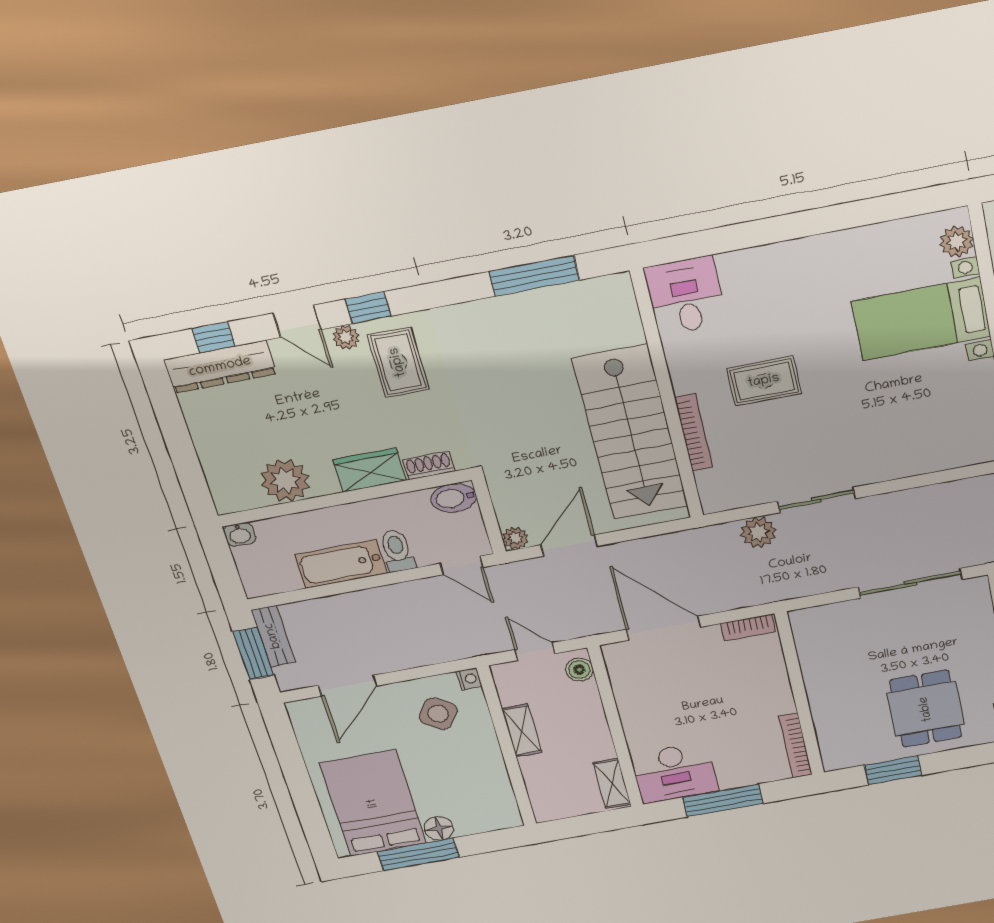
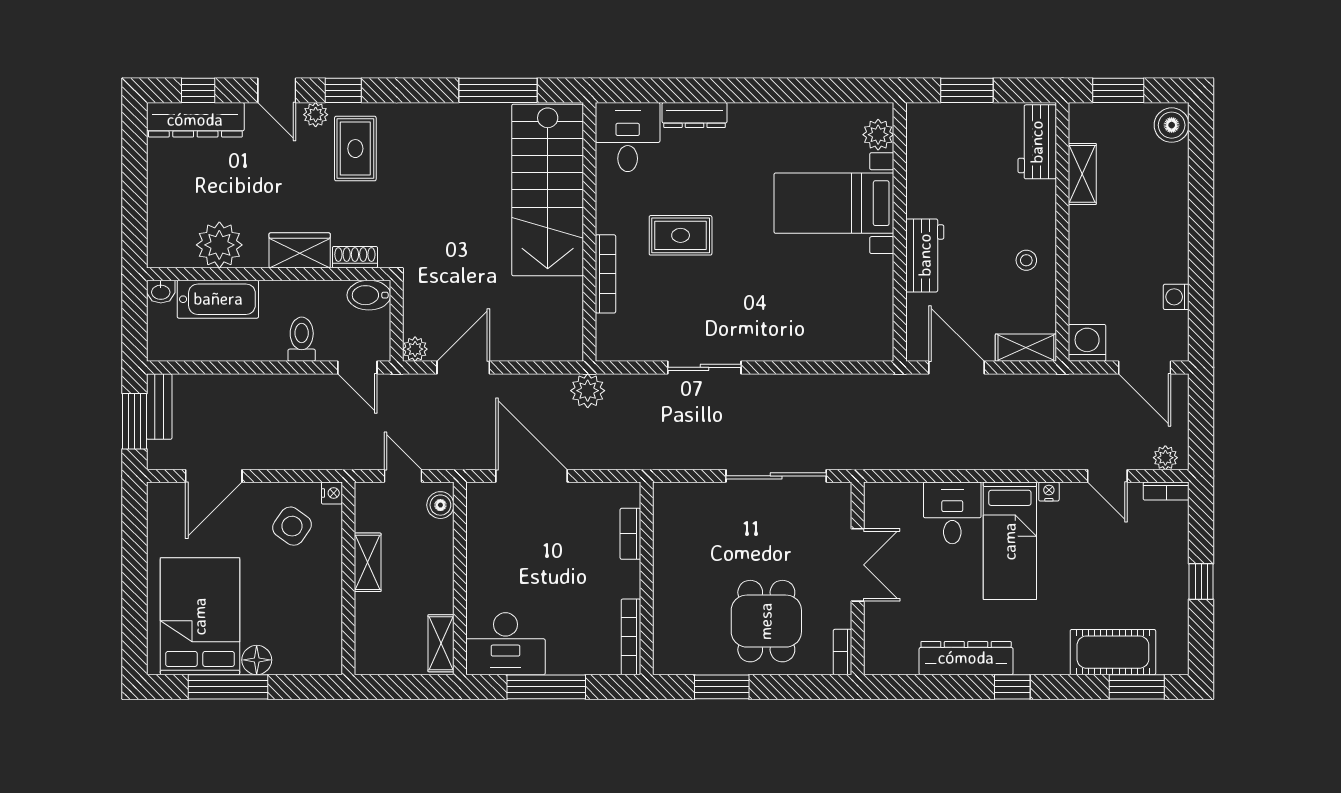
dresser: (753, 260) -> (695, 115), added
stairs: (631, 433) -> (548, 190), moved
plant: (758, 532) -> (588, 391), moved
bathtub: (341, 564) -> (218, 299), moved, turned 180
bookcase: (748, 627) -> (630, 534), moved, turned 90

